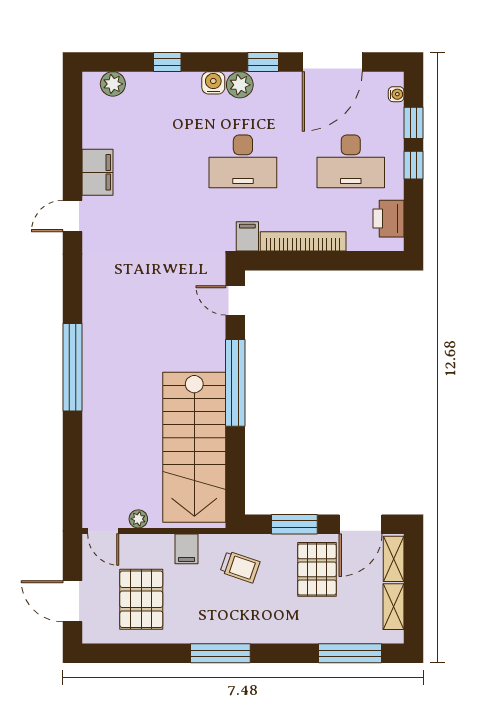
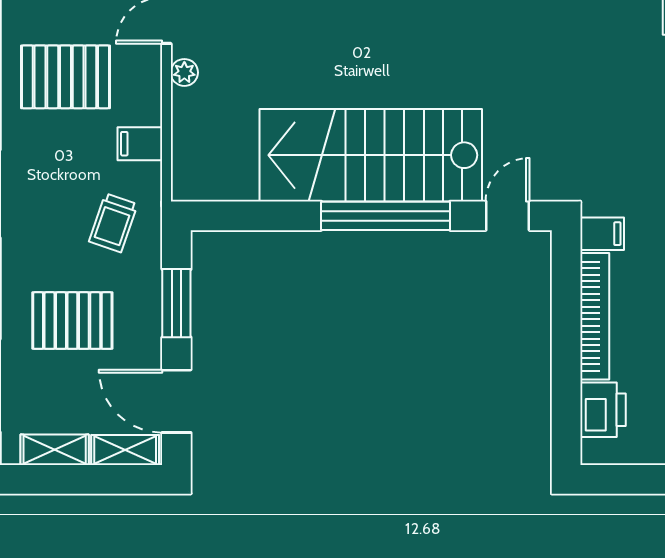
printer: (388, 219) -> (603, 410), moved, turned 90
stairs: (194, 447) -> (371, 155), moved
pallet: (317, 569) -> (72, 321), moved

